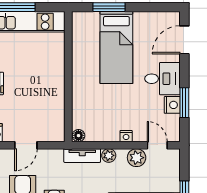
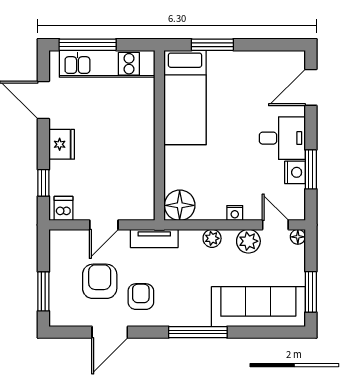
bed: (116, 48) -> (185, 97), moved
floor lamp: (78, 136) -> (180, 205), width x1.89, depth x1.89
floor lamp: (174, 154) -> (298, 237), added
tv unit: (82, 156) -> (154, 238), moved

